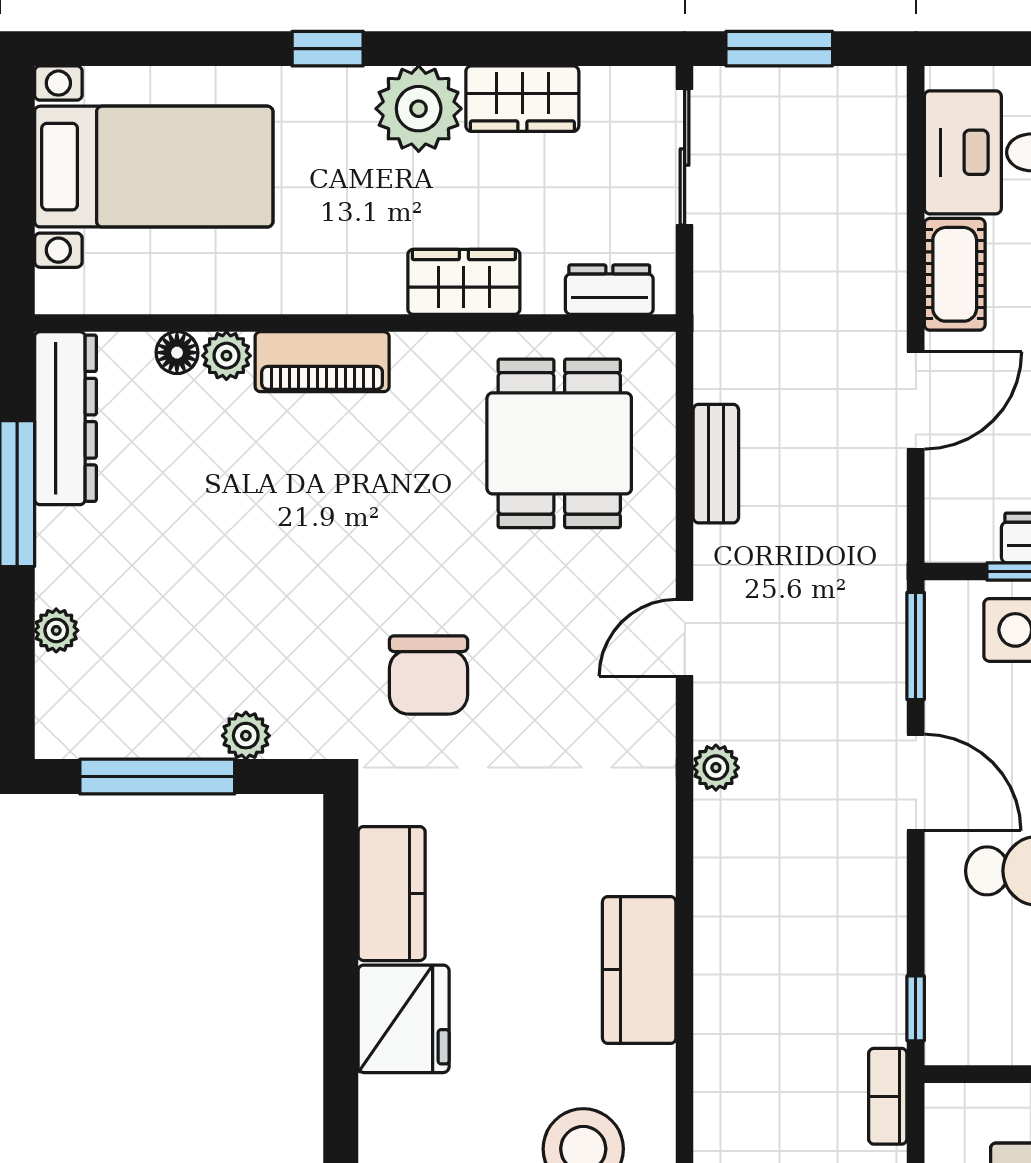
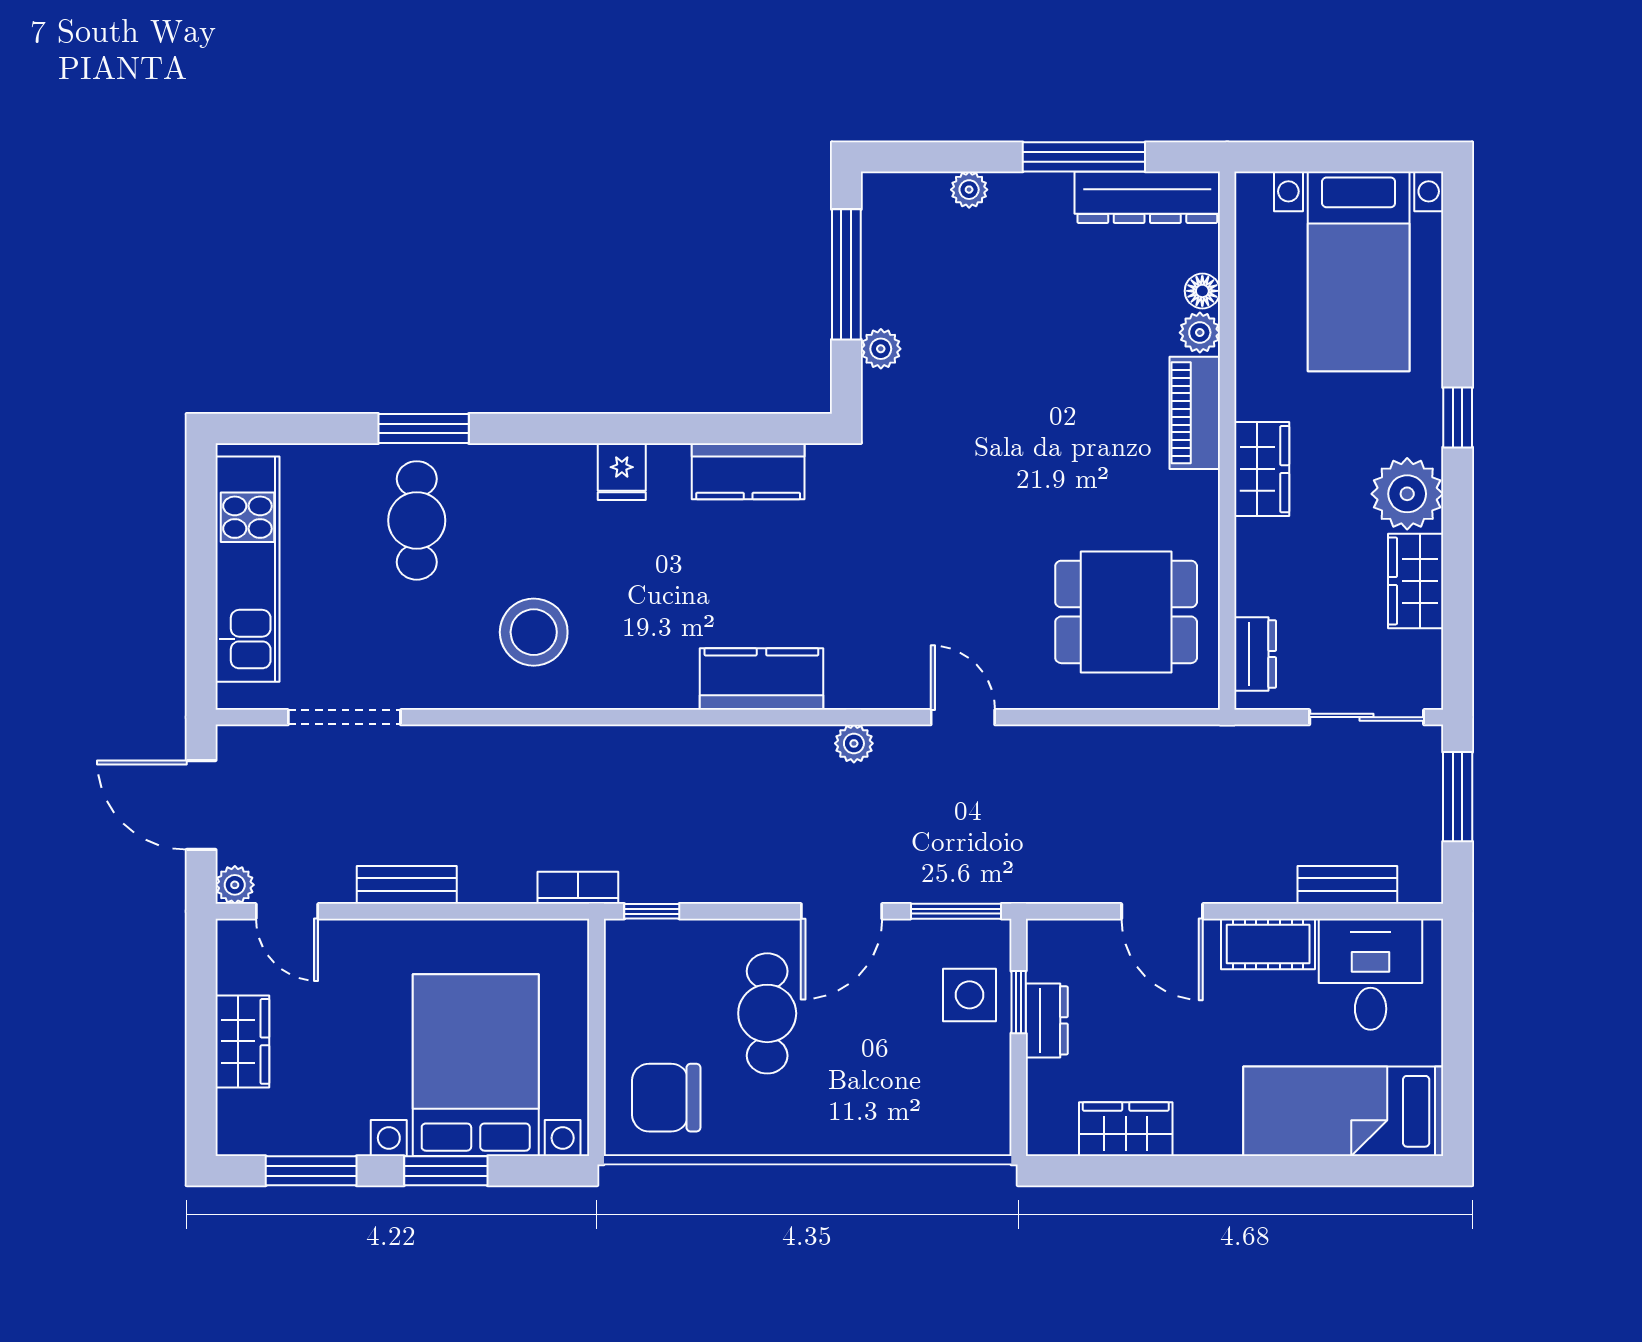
wardrobe: (464, 282) -> (1262, 469), moved
bench: (716, 464) -> (1347, 885), moved
chair: (428, 675) -> (932, 502), removed
kitchen counter: (639, 970) -> (761, 679), moved
fridge: (404, 1019) -> (622, 472), width x0.53, depth x0.75

